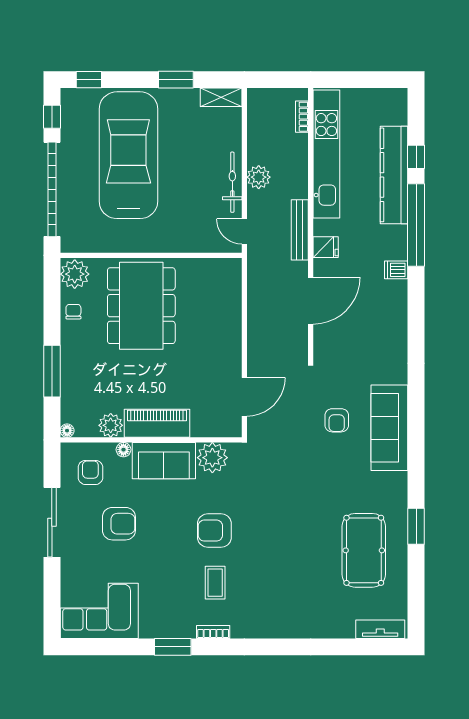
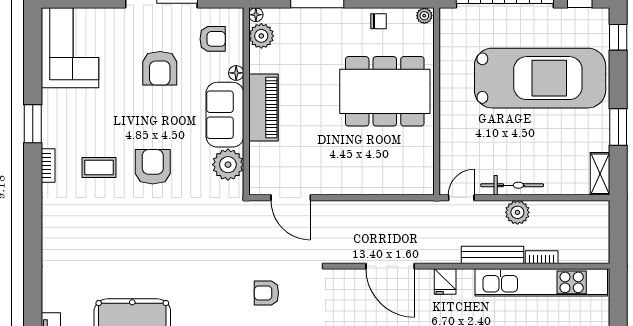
bookcase: (302, 117) -> (542, 257), moved
bench: (300, 230) -> (492, 255), moved
plant: (75, 274) -> (424, 16), width x0.53, depth x0.53
plant: (111, 425) -> (261, 36), moved

